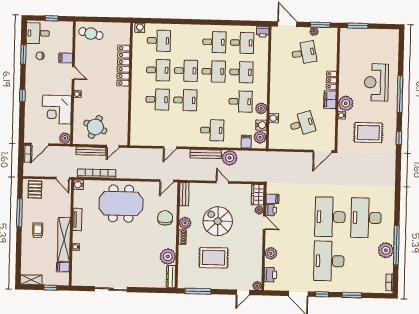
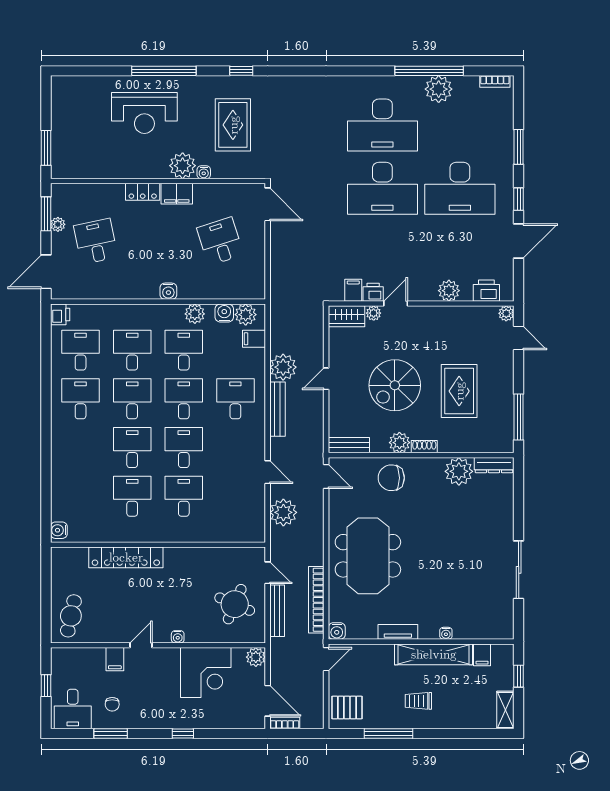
desk: (159, 41) -> (184, 399), moved
water cooler: (274, 118) -> (168, 291), moved
plant: (147, 156) -> (283, 512), added

